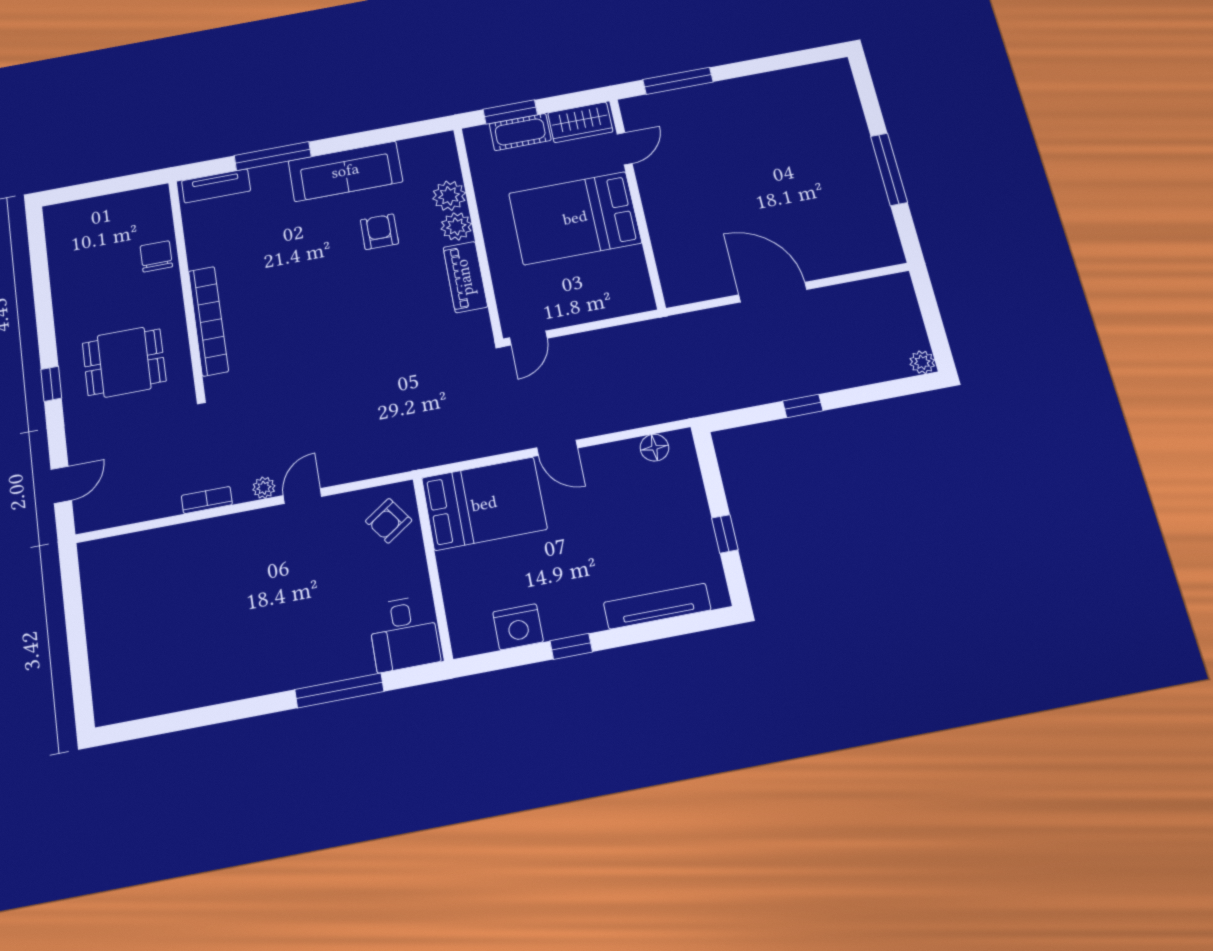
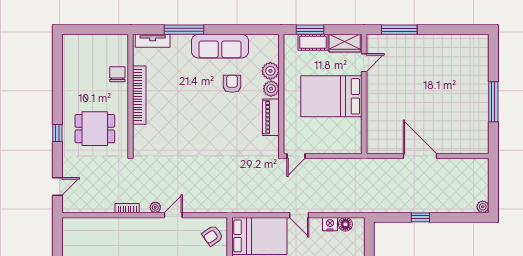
bookcase: (208, 321) -> (139, 95), moved
nightstand: (623, 453) -> (330, 224), added

